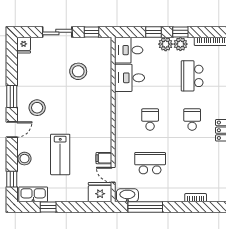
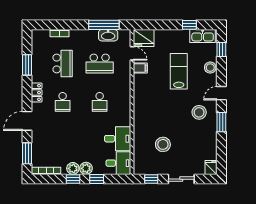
school desk: (192, 76) -> (63, 64), moved
washbasin: (127, 195) -> (108, 35), moved

